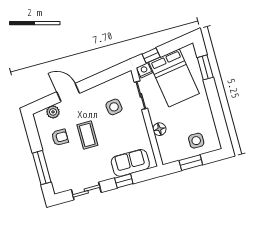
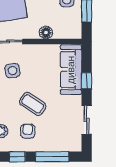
window: (33, 134) -> (17, 157), added
coffee table: (87, 135) -> (33, 104), turned 34
sofa: (130, 163) -> (71, 70), width x1.36

